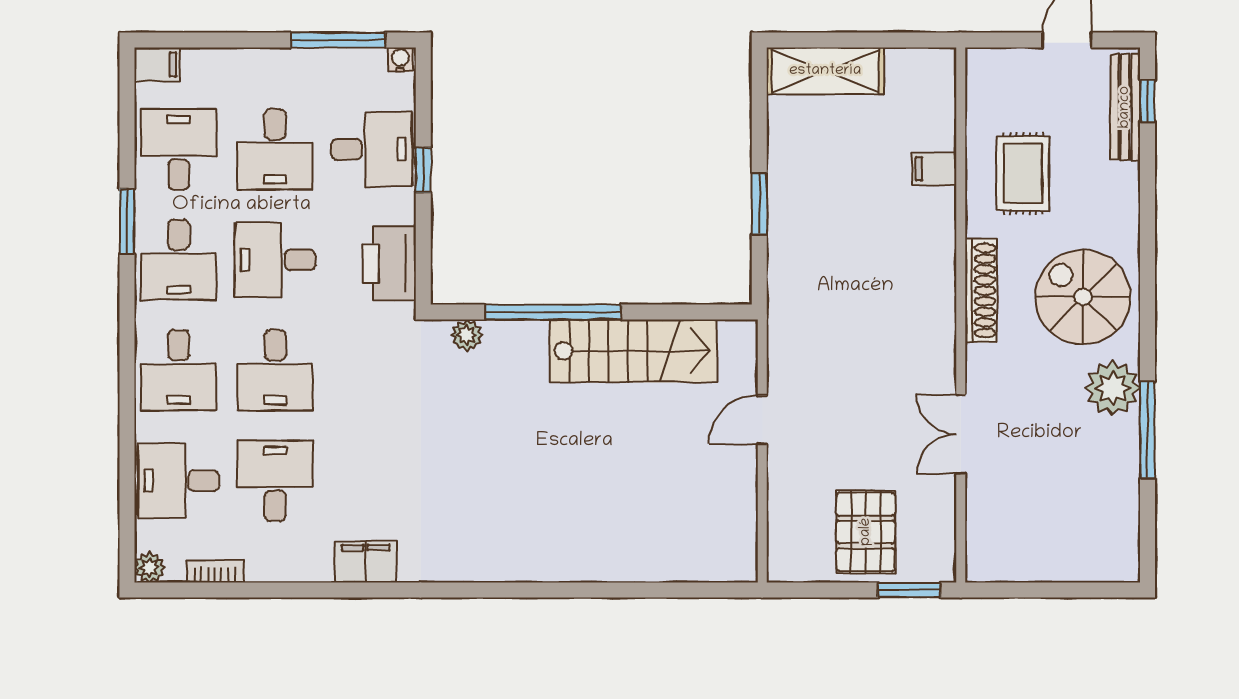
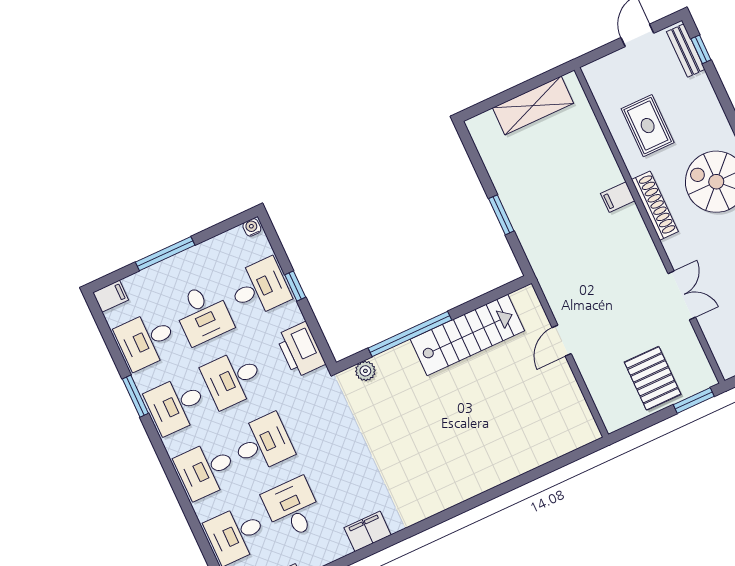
window: (338, 40) -> (165, 254), moved
shelving: (825, 71) -> (533, 106), moved
bench: (1125, 107) -> (686, 51), width x0.73
desk: (179, 149) -> (146, 340), turned -90
filing cabinet: (934, 169) -> (618, 197), moved
desk: (179, 260) -> (176, 405), turned 90
desk: (179, 370) -> (206, 470), turned 90
desk: (275, 370) -> (263, 443), turned -90
double door: (961, 434) -> (682, 295), swing flipped

